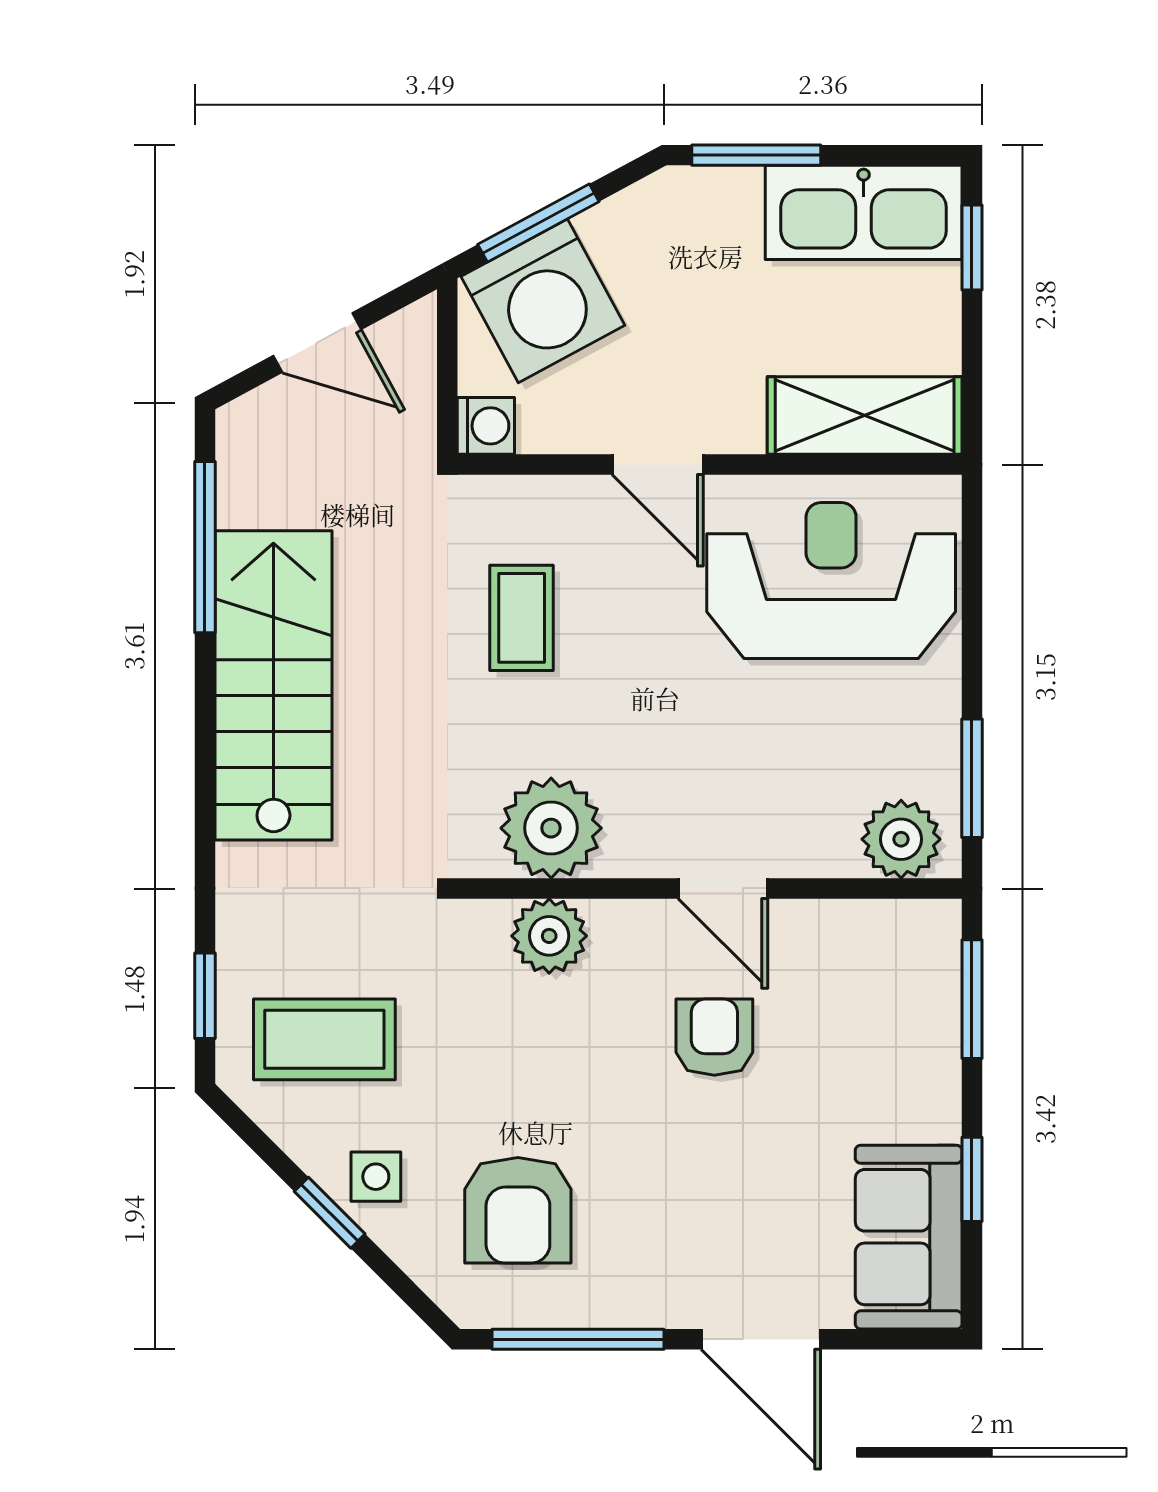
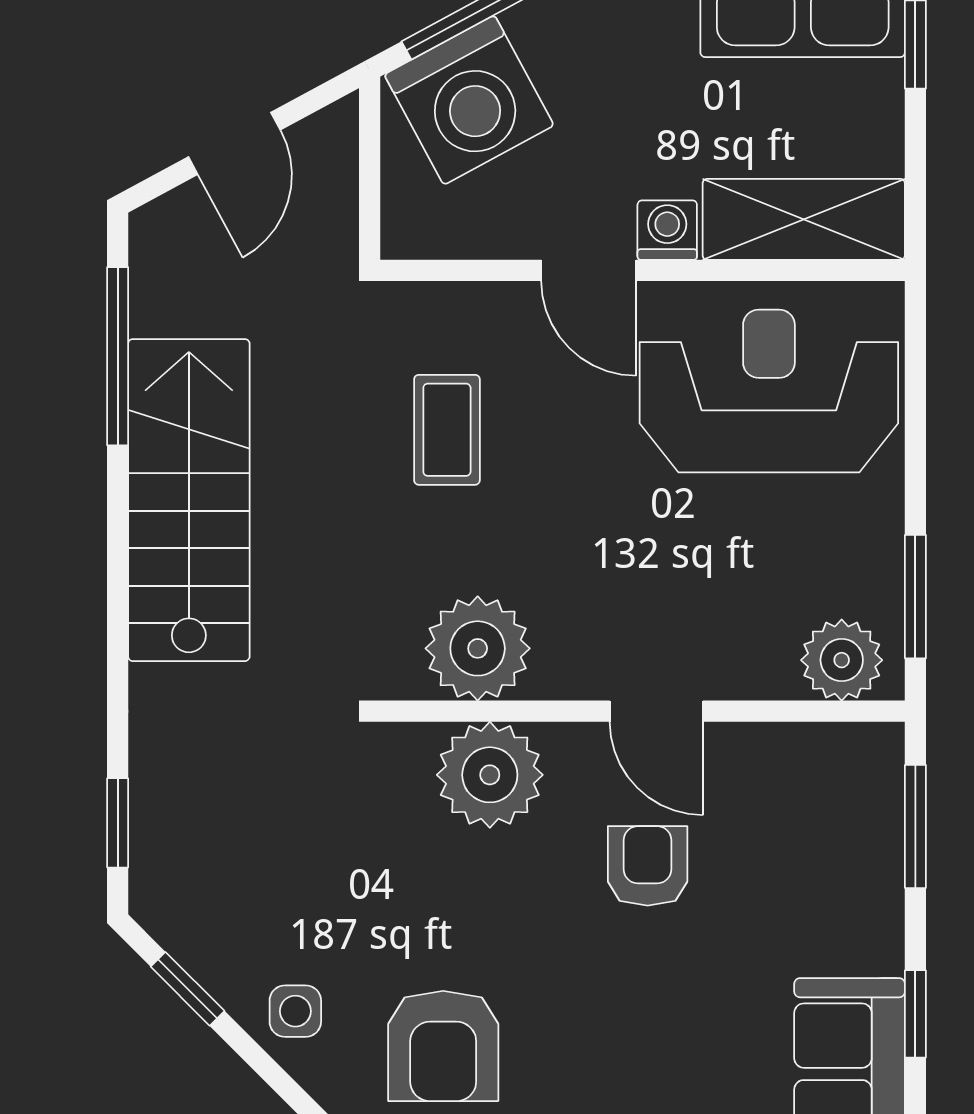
door: (317, 343) -> (234, 143), hinge flipped
washing machine: (486, 426) -> (667, 230), moved, turned -90
plant: (549, 936) -> (490, 775), width x1.36, depth x1.36
coffee table: (324, 1039) -> (242, 868), removed
window: (330, 1213) -> (188, 989), moved

